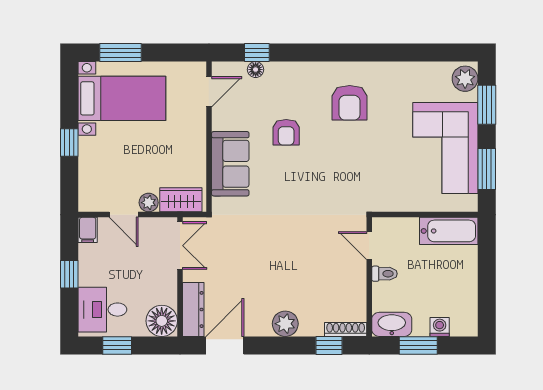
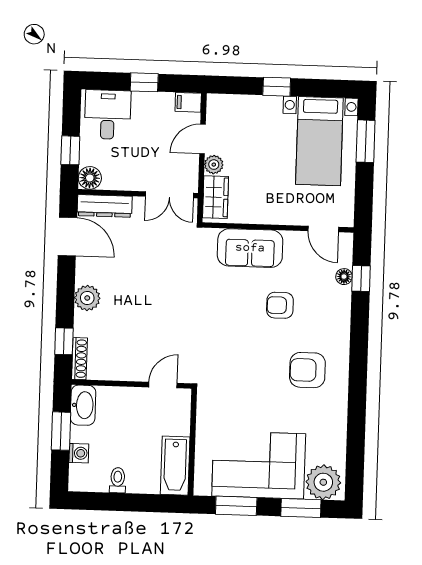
plant: (465, 79) -> (323, 482), width x1.36, depth x1.36
toilet: (384, 274) -> (118, 480), moved, turned 180
floor lamp: (162, 321) -> (90, 178), width x0.73, depth x0.73
window: (117, 345) -> (70, 150), moved

